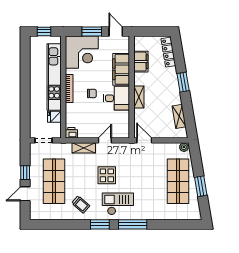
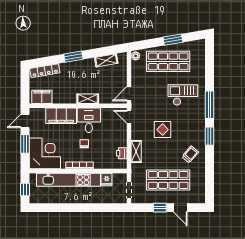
filing cabinet: (141, 62) -> (42, 97), moved
printer: (71, 133) -> (122, 153), moved
door: (105, 140) -> (129, 117), moved
checkout: (118, 204) -> (183, 95), moved, turned 90

